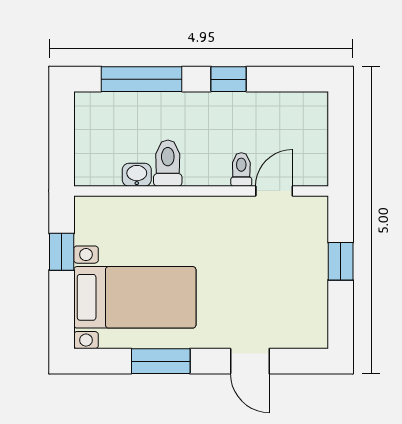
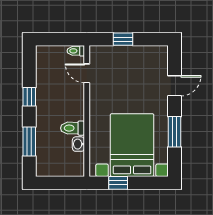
window: (142, 79) -> (29, 142), width x0.69
toilet: (241, 169) -> (76, 51), moved
bed with nightstands: (135, 297) -> (132, 145), width x1.36

